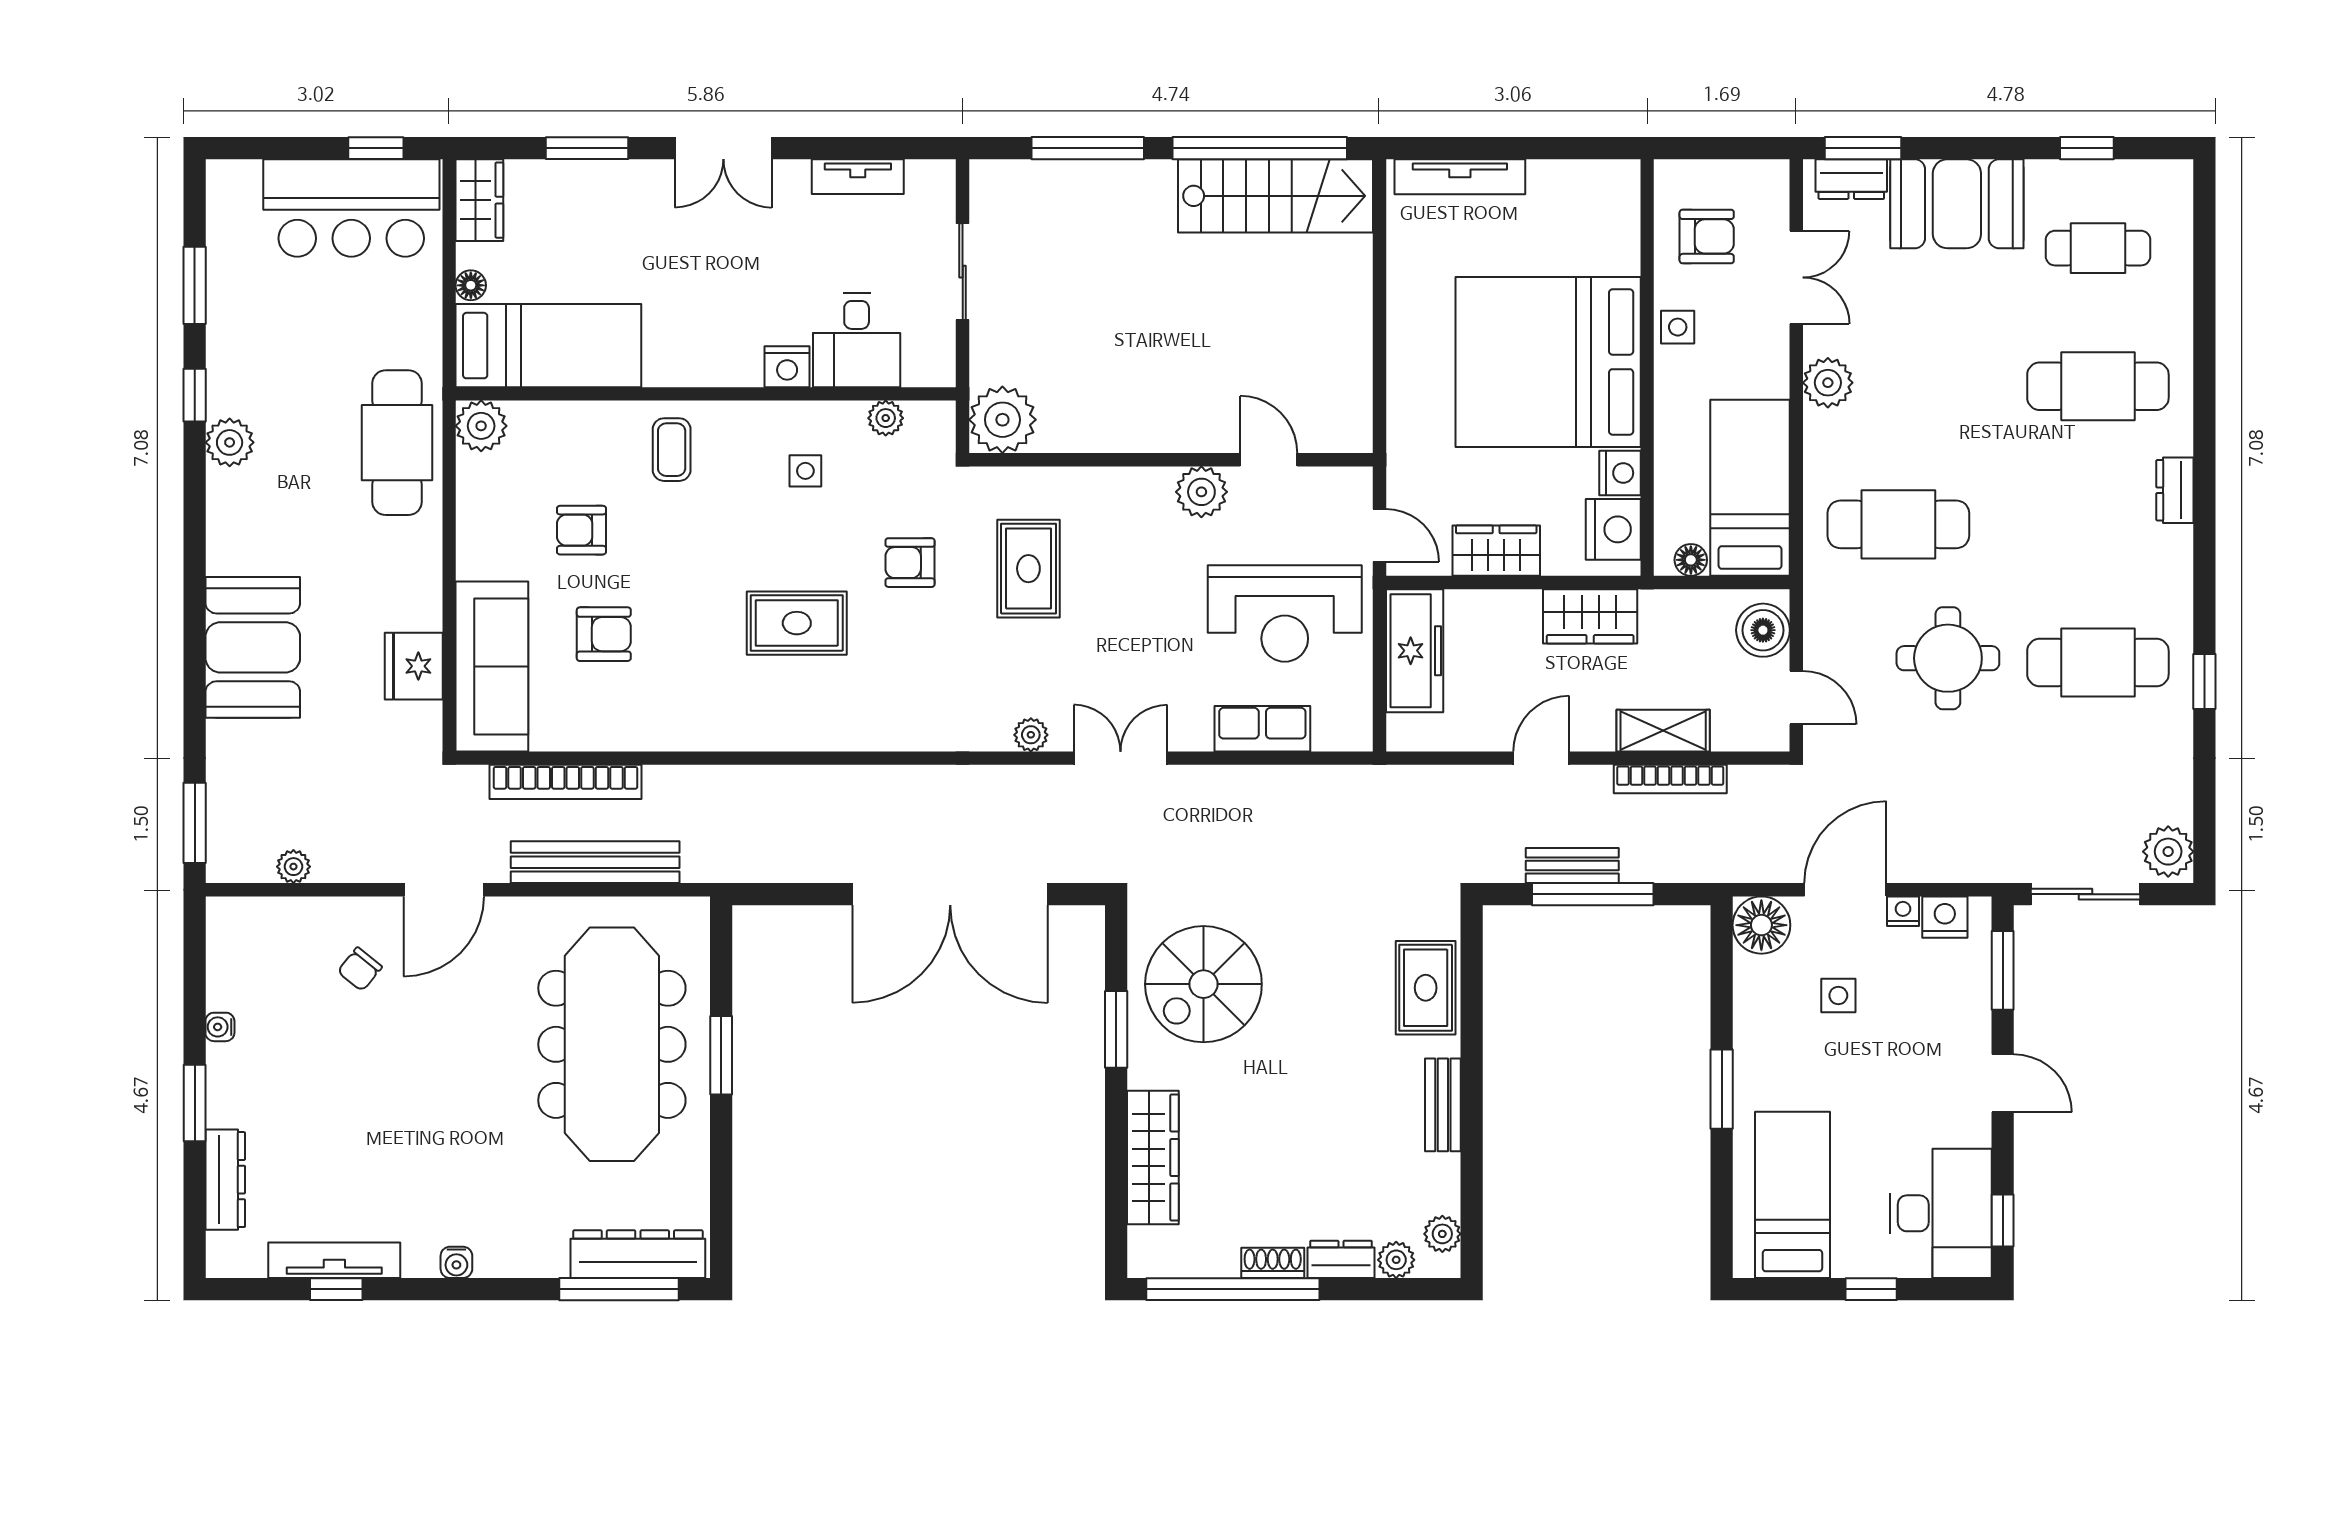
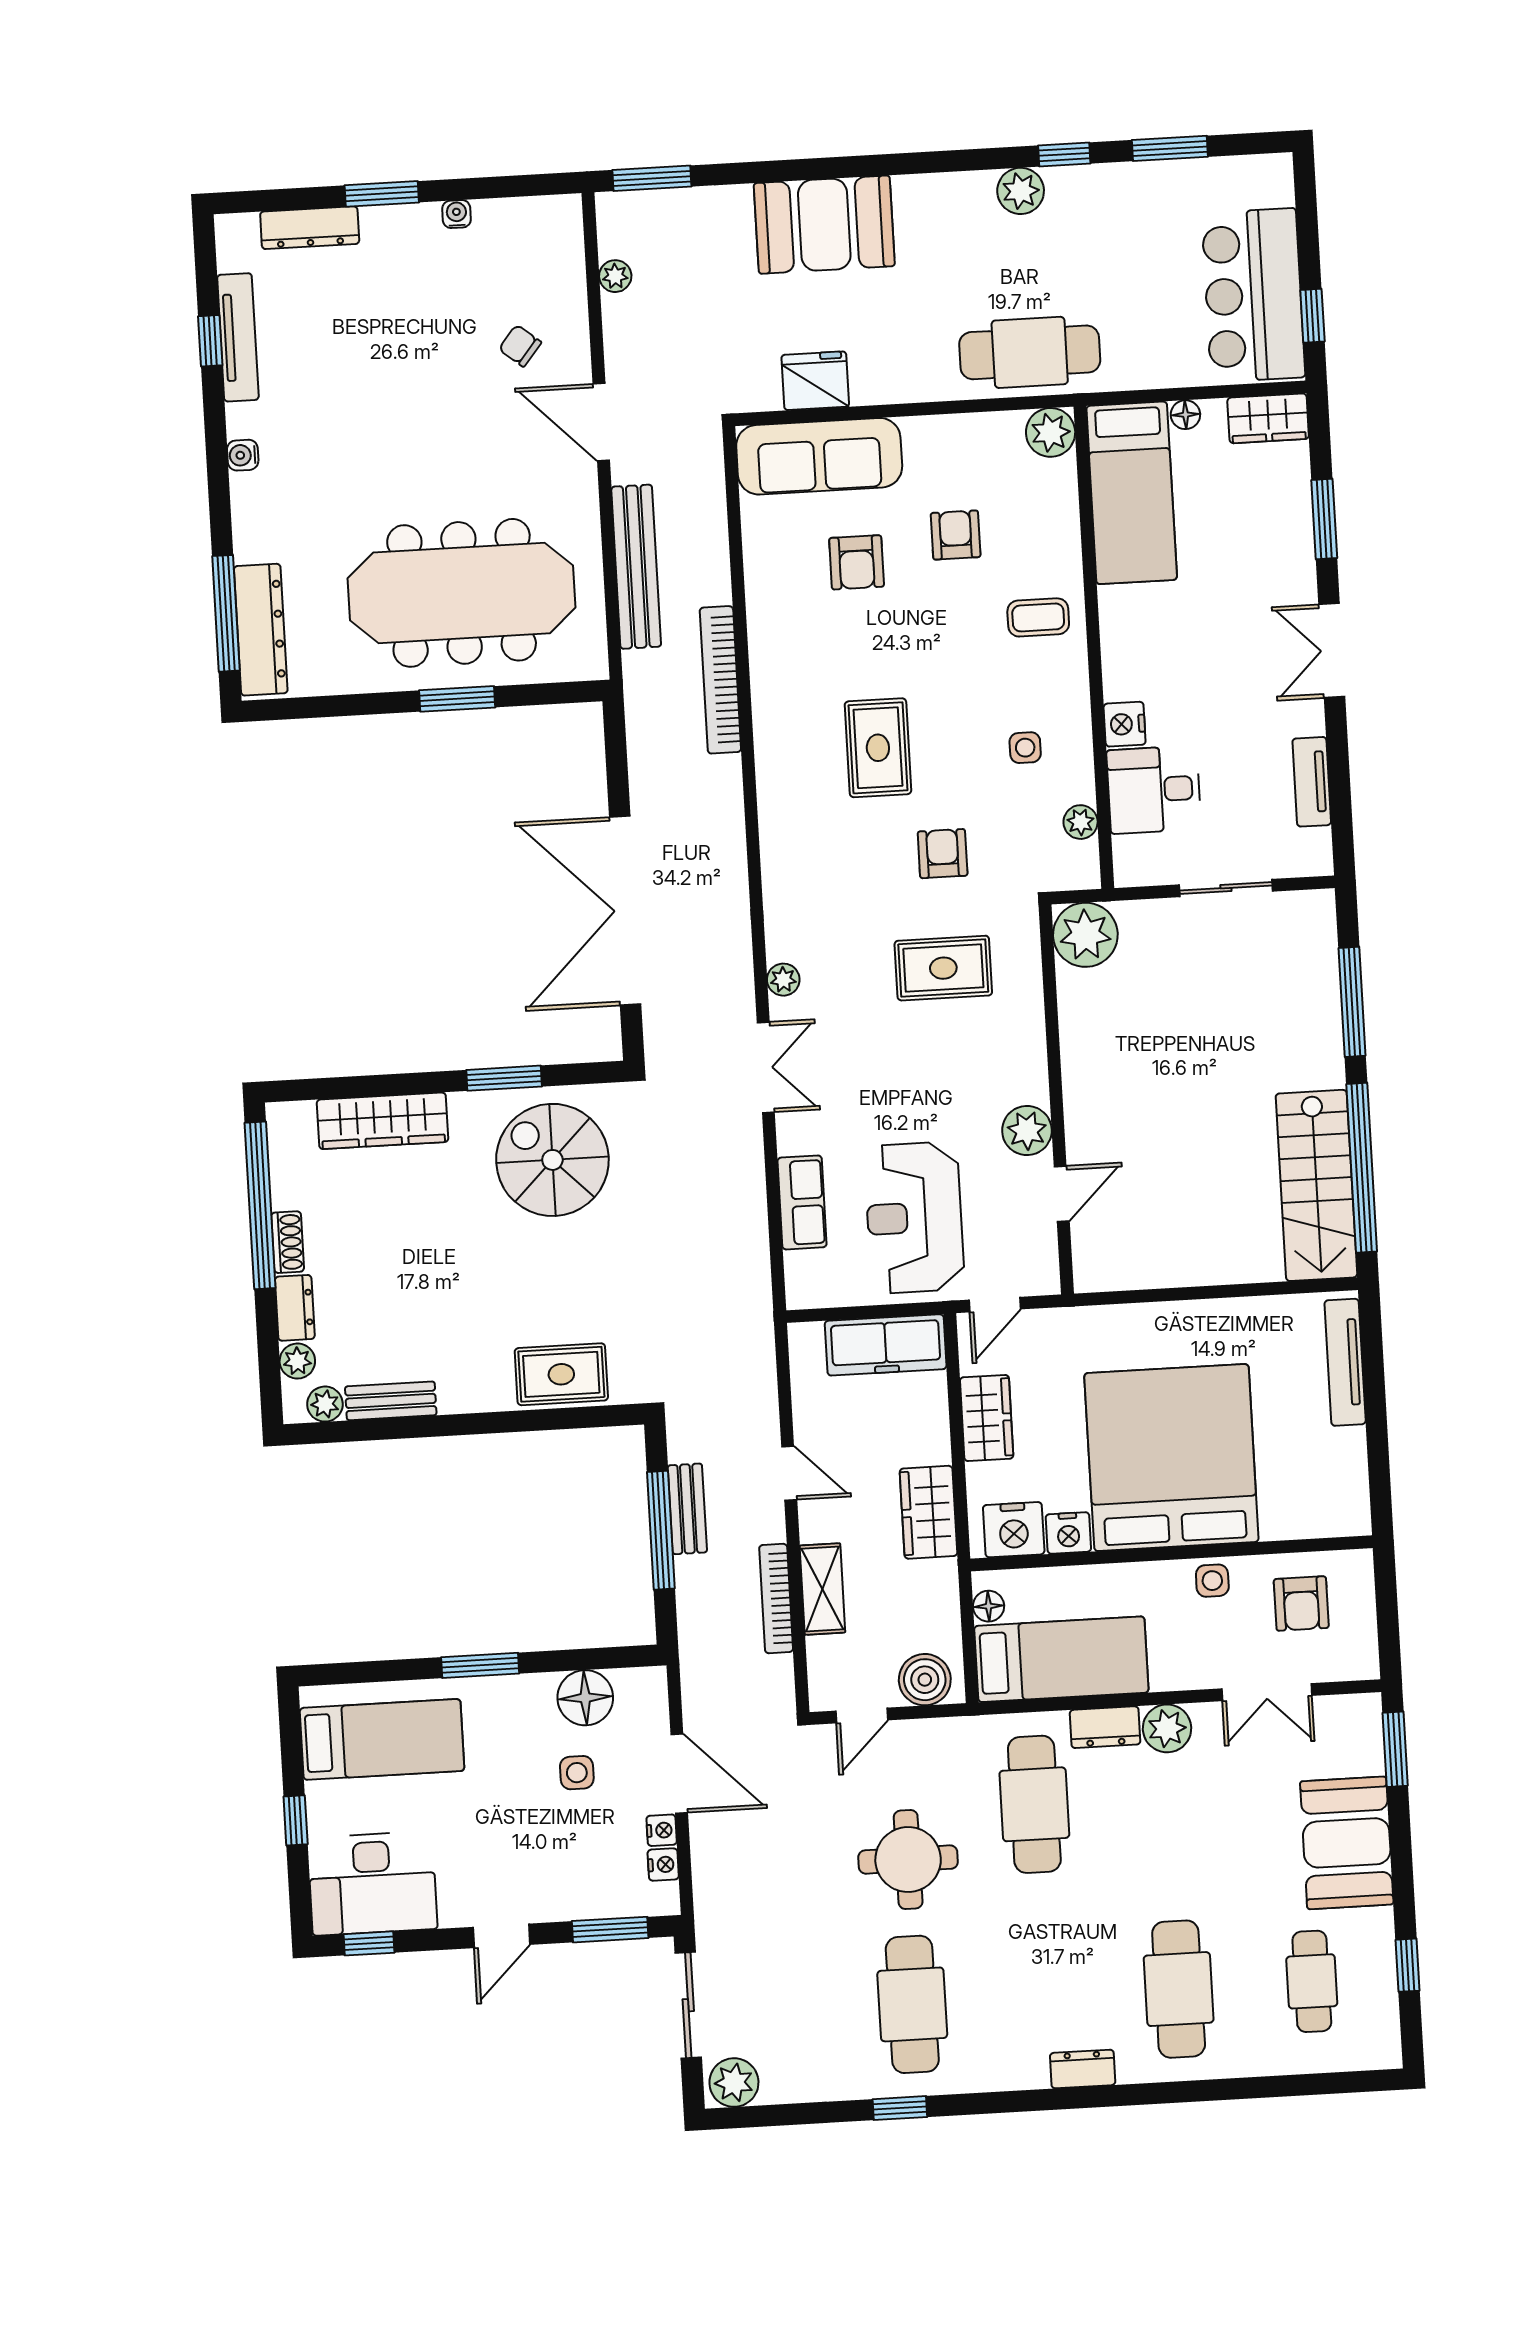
dresser: (1851, 179) -> (1105, 1727), moved, turned -90
bookcase: (566, 782) -> (720, 680), moved
nightstand: (1945, 917) -> (663, 1865), width x0.72, depth x0.74
floor lamp: (1761, 925) -> (585, 1698), moved
bench: (1443, 1105) -> (391, 1401), moved

